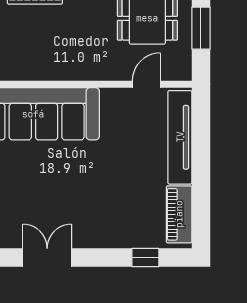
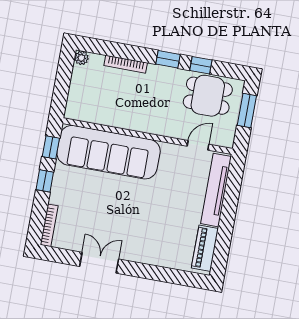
window: (145, 258) -> (173, 276), removed

